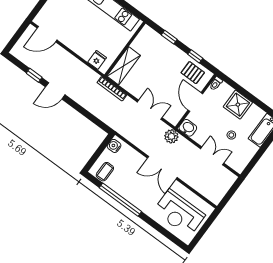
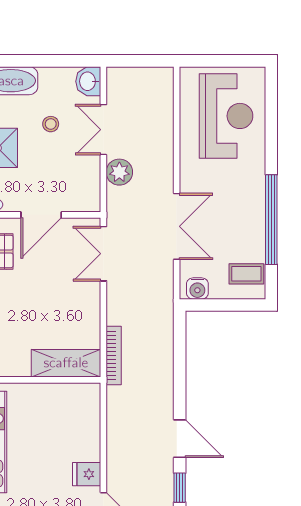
fridge: (97, 60) -> (87, 474), moved
double door: (150, 110) -> (103, 254), moved
washbasin: (188, 128) -> (88, 81), moved
plant: (171, 136) -> (119, 172), moved
double door: (162, 168) -> (177, 226), moved

